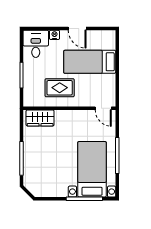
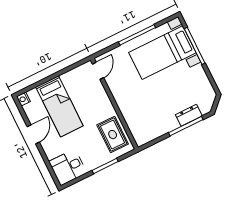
nightstand: (54, 35) -> (23, 99), moved
rug: (60, 88) -> (113, 135), moved
wardrobe: (40, 118) -> (138, 127), removed
dresser: (29, 165) -> (189, 115), added

